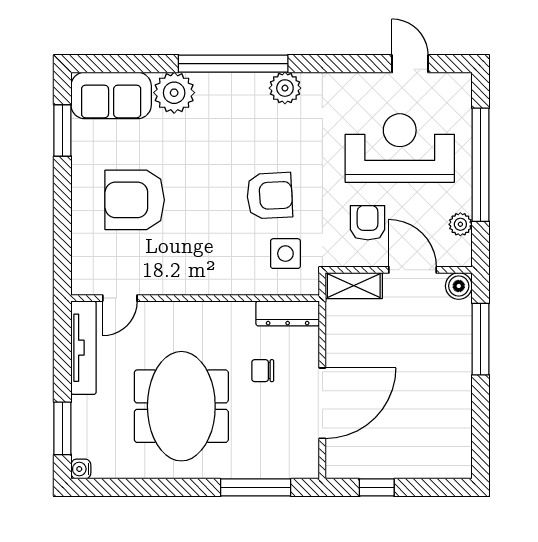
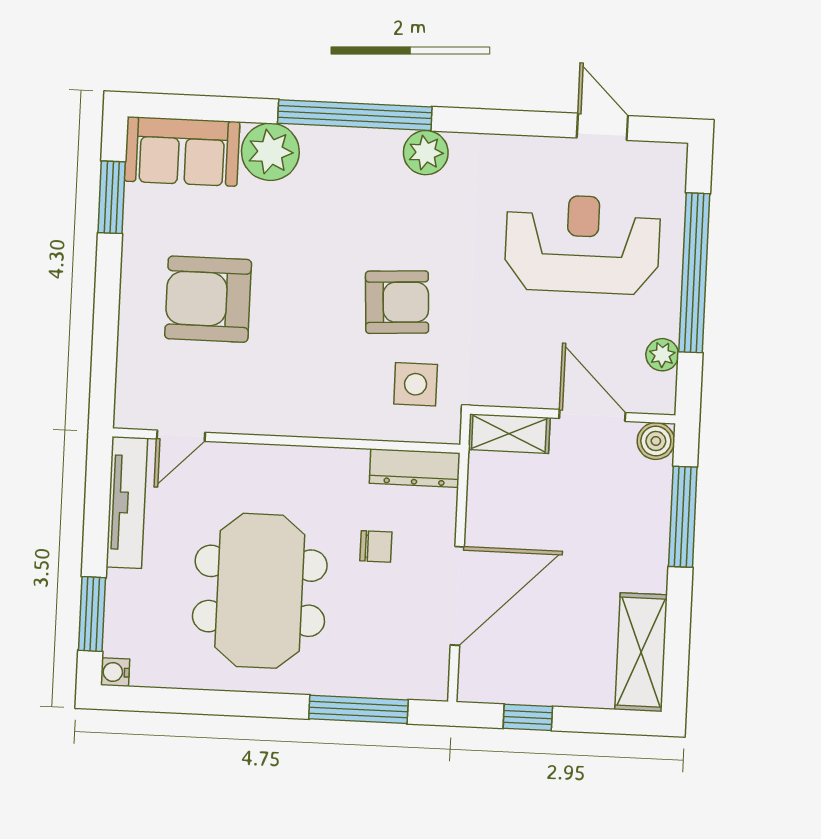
armchair: (368, 223) -> (532, 347), removed
chair: (263, 371) -> (376, 546), turned 180
shelving: (455, 437) -> (641, 652), added

